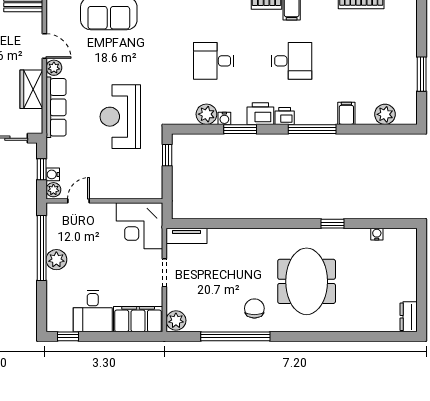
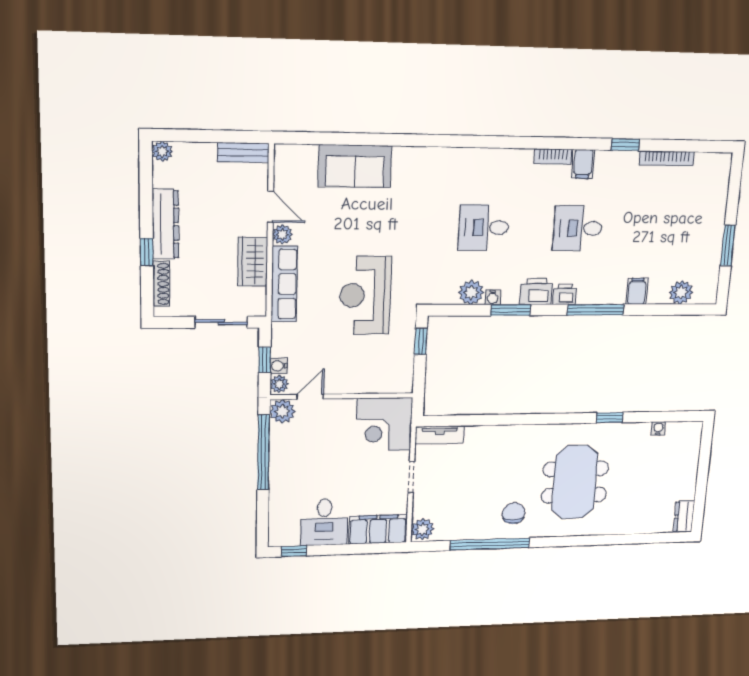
desk: (292, 61) -> (578, 228), turned 180
plant: (56, 260) -> (282, 411), moved

